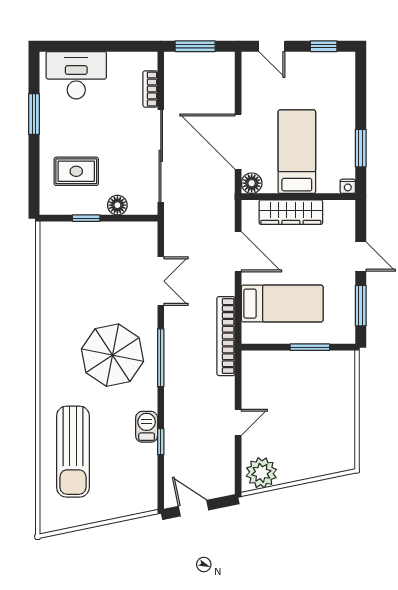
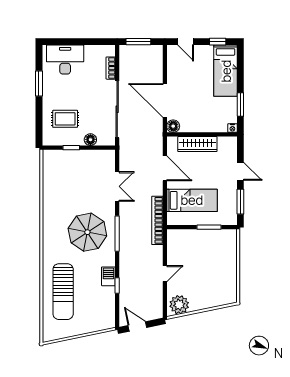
bed: (297, 152) -> (226, 71), moved, turned 180

